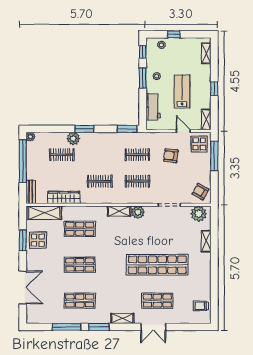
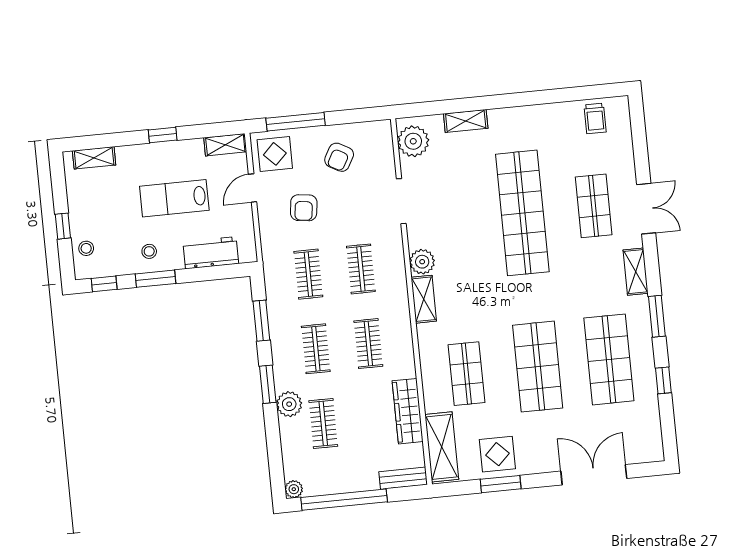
window: (127, 129) -> (261, 321), moved
clothes rail: (100, 155) -> (316, 349), added
armchair: (200, 192) -> (339, 157), moved
shop shelf: (80, 265) -> (538, 367), width x1.43, depth x1.36
shop shelf: (80, 301) -> (609, 359), width x1.43, depth x1.36
window: (66, 327) -> (663, 380), width x0.46

